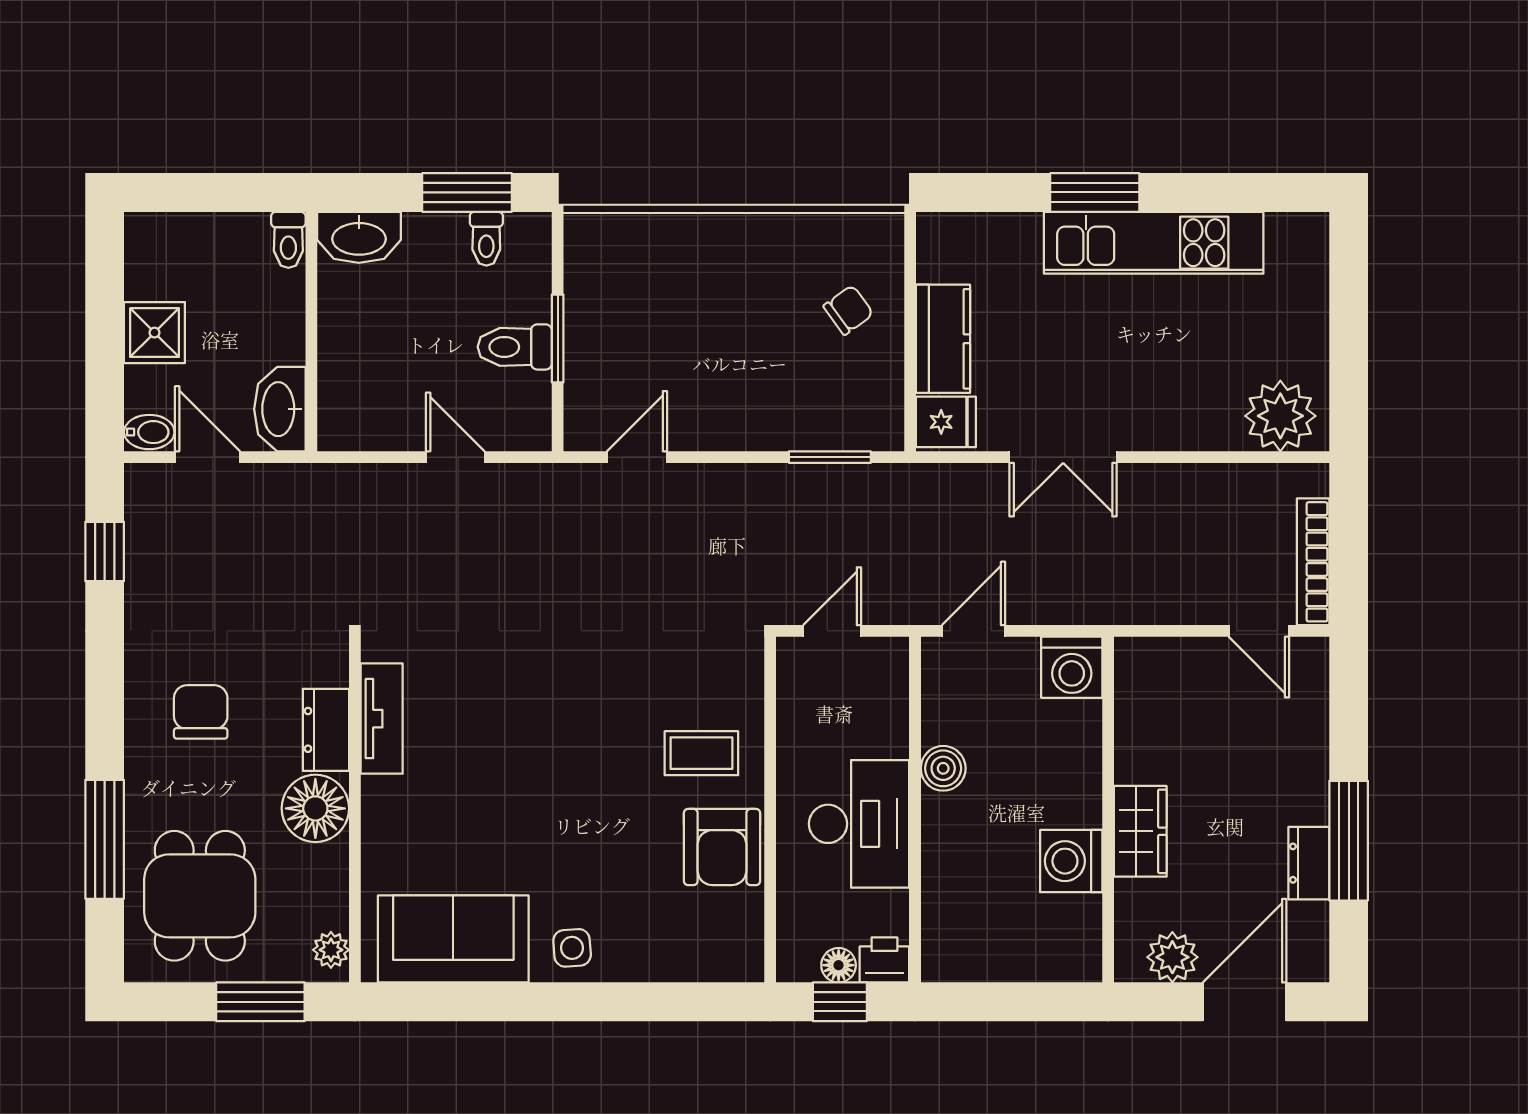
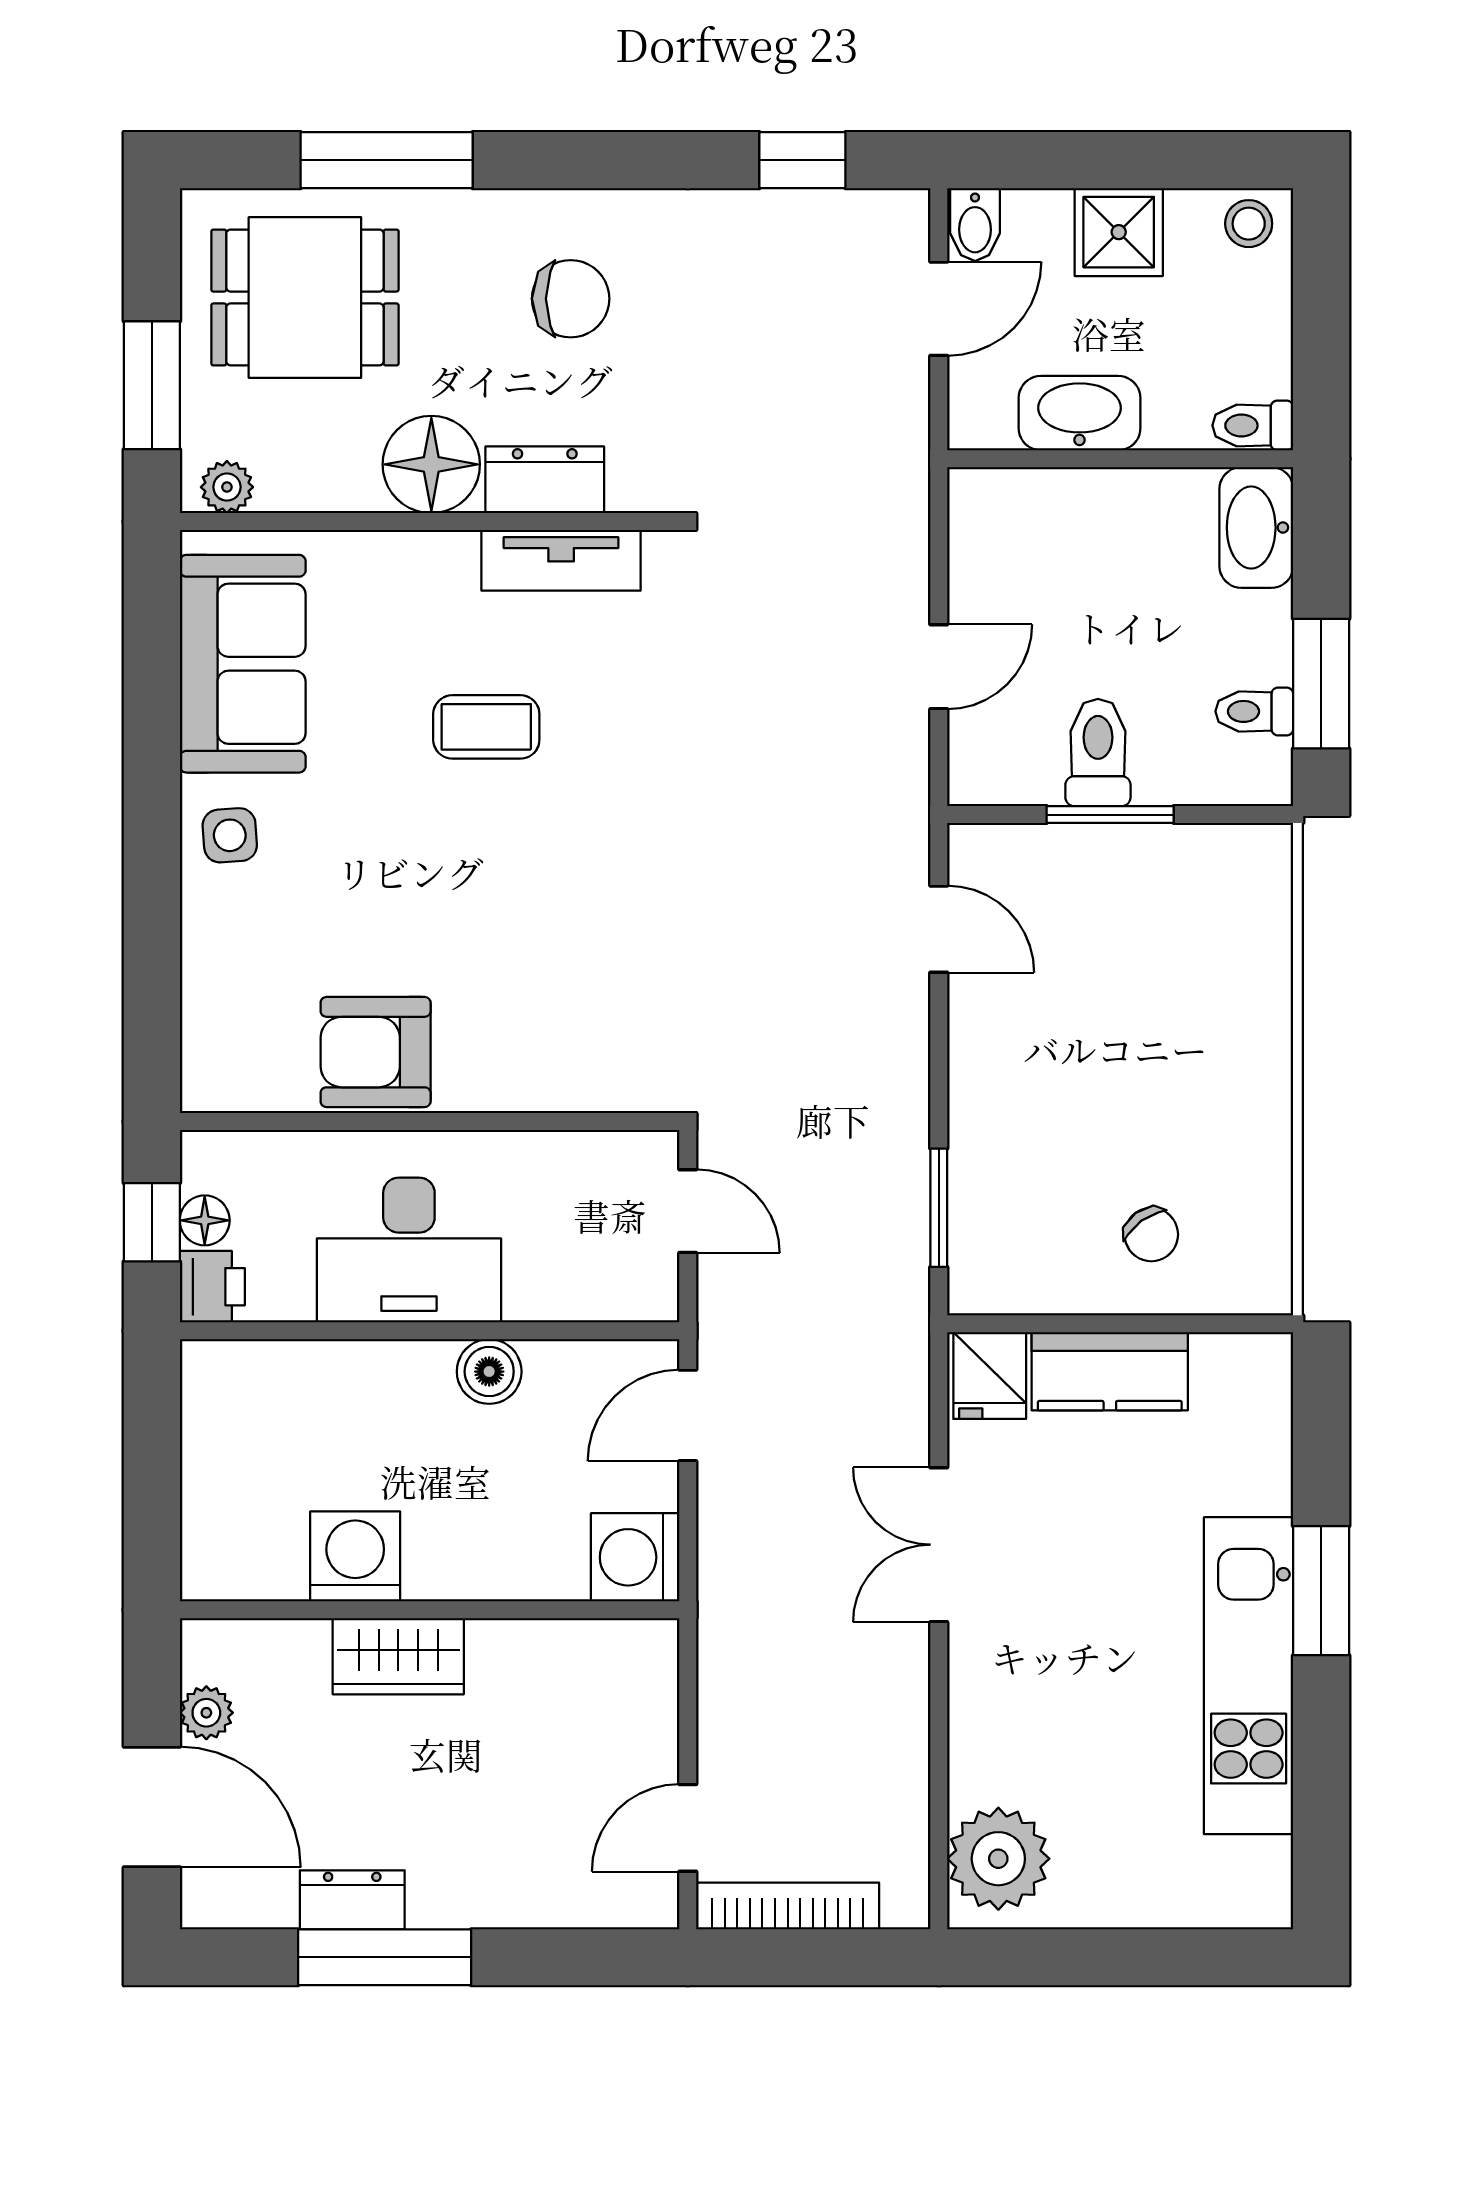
stool: (149, 243) -> (1249, 224), added
washbasin: (280, 409) -> (1080, 413), moved
door: (974, 631) -> (688, 1415), swing flipped
coffee table: (701, 753) -> (486, 727), moved, turned 90
plant: (1172, 957) -> (206, 1713), width x0.73, depth x0.73

